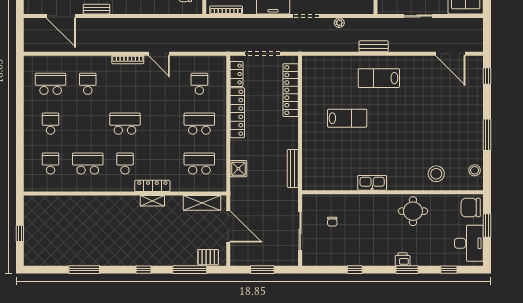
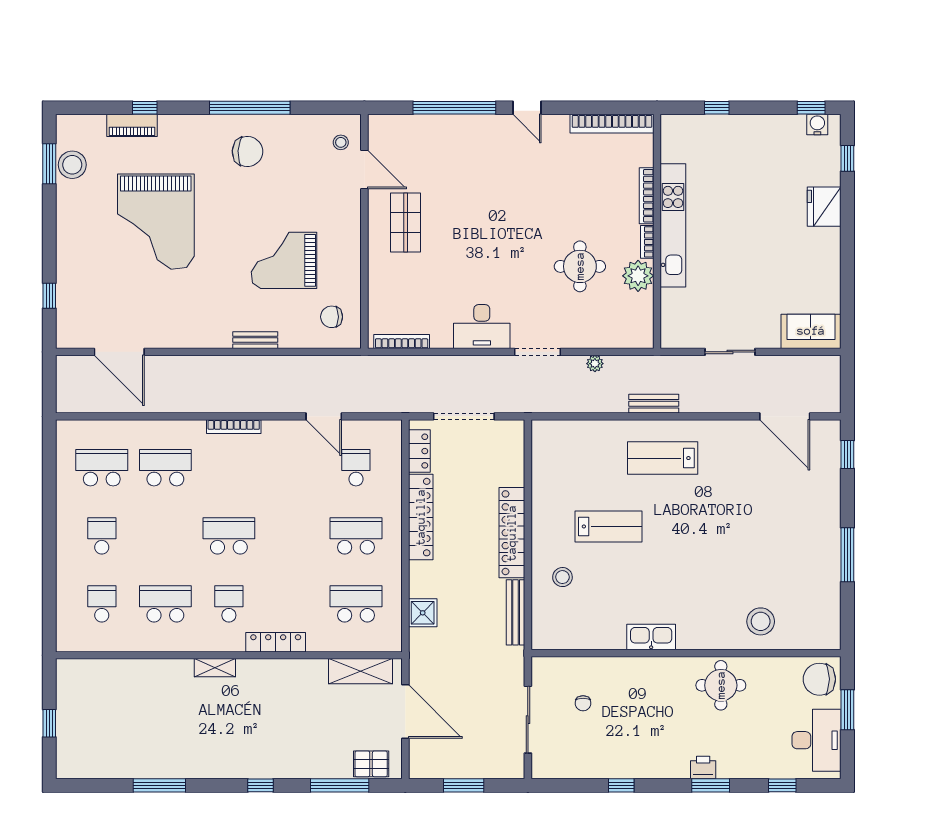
bench: (96, 9) -> (255, 340), moved
door: (159, 54) -> (324, 416), moved
school desk: (88, 84) -> (165, 468), width x1.85
locker: (291, 90) -> (512, 533), moved
stool: (475, 170) -> (562, 577), moved
shelving: (152, 201) -> (215, 668), moved

